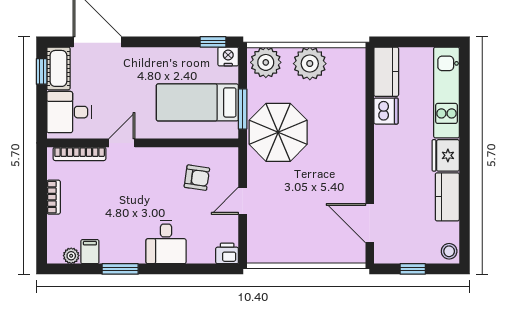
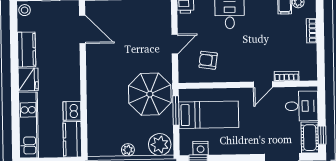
nightstand: (228, 56) -> (201, 148), moved
plant: (310, 64) -> (128, 150), width x0.53, depth x0.53
bookcase: (80, 154) -> (287, 76), width x0.64
bookcase: (54, 197) -> (311, 31), moved

